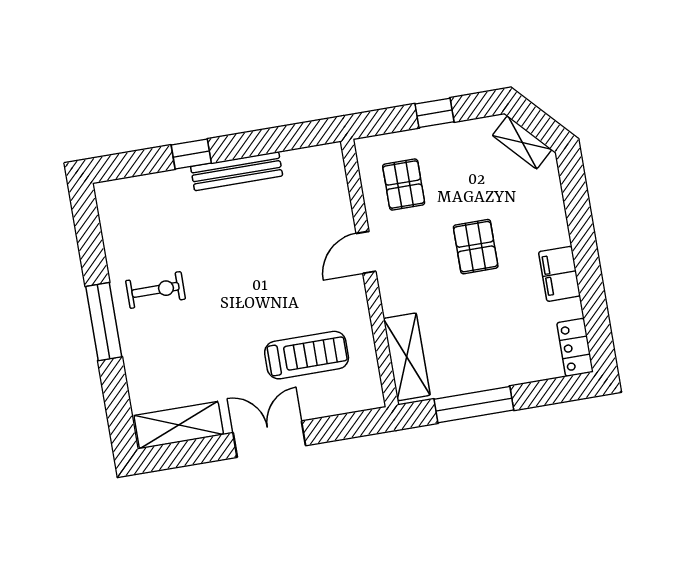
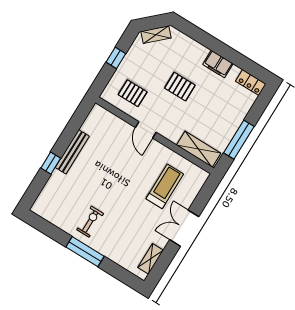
shelving: (179, 425) -> (151, 259), width x0.67, depth x0.75

